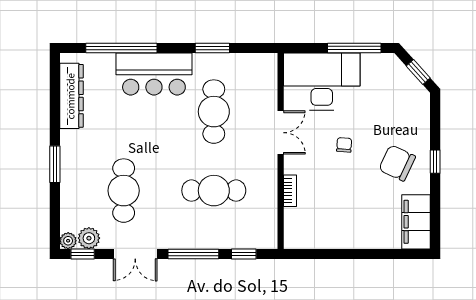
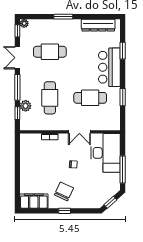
window: (121, 48) -> (123, 51), width x0.47
plant: (89, 238) -> (26, 106), moved

